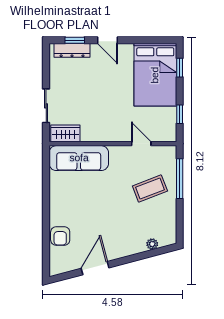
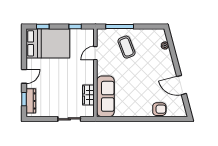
wardrobe: (65, 133) -> (88, 95), moved

